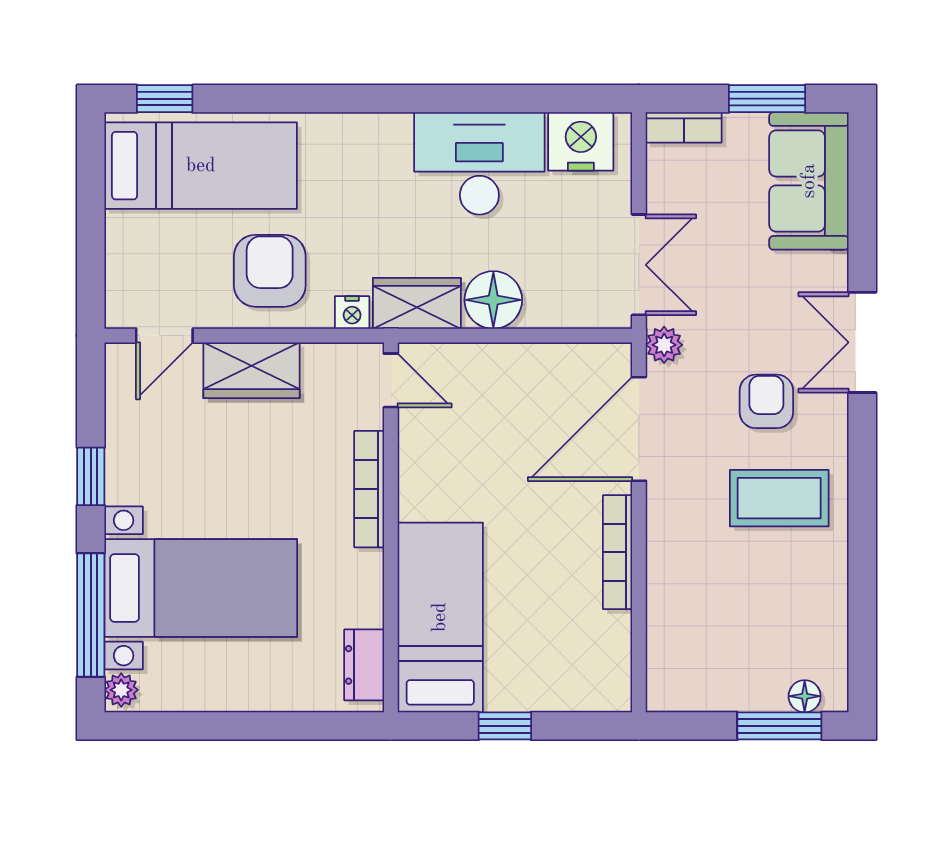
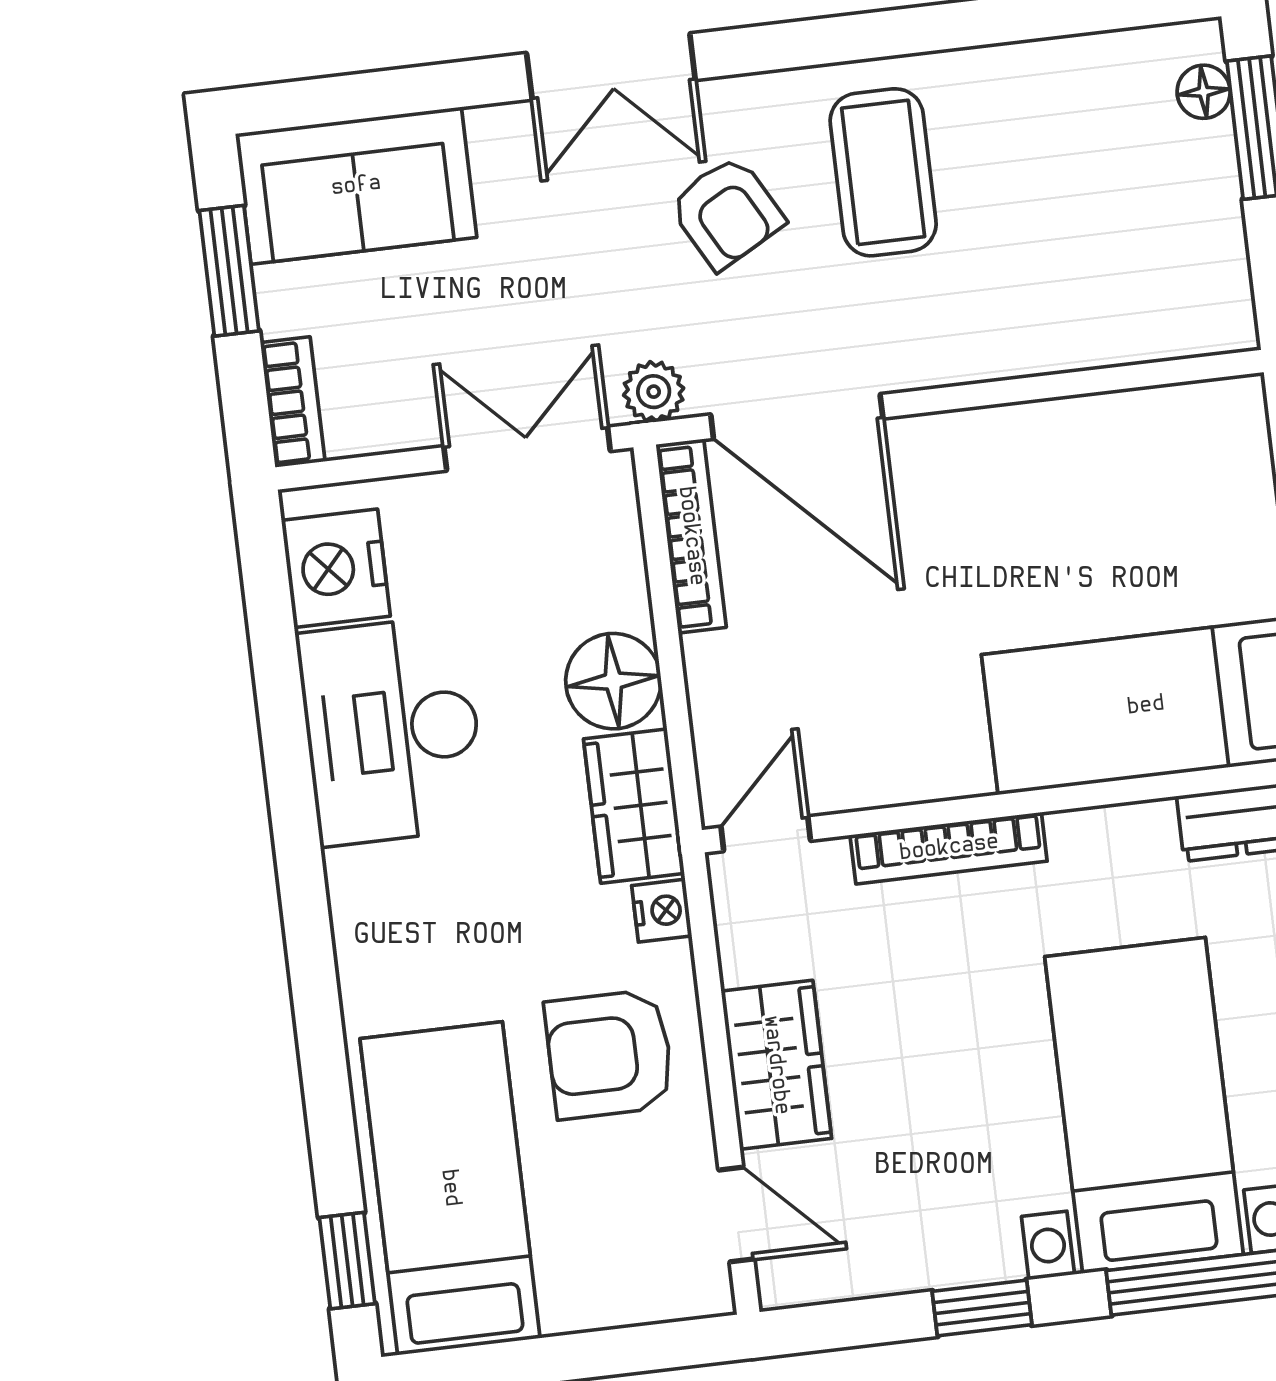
armchair: (766, 401) -> (727, 212), turned -119
bookcase: (618, 552) -> (691, 536), moved, turned -90

